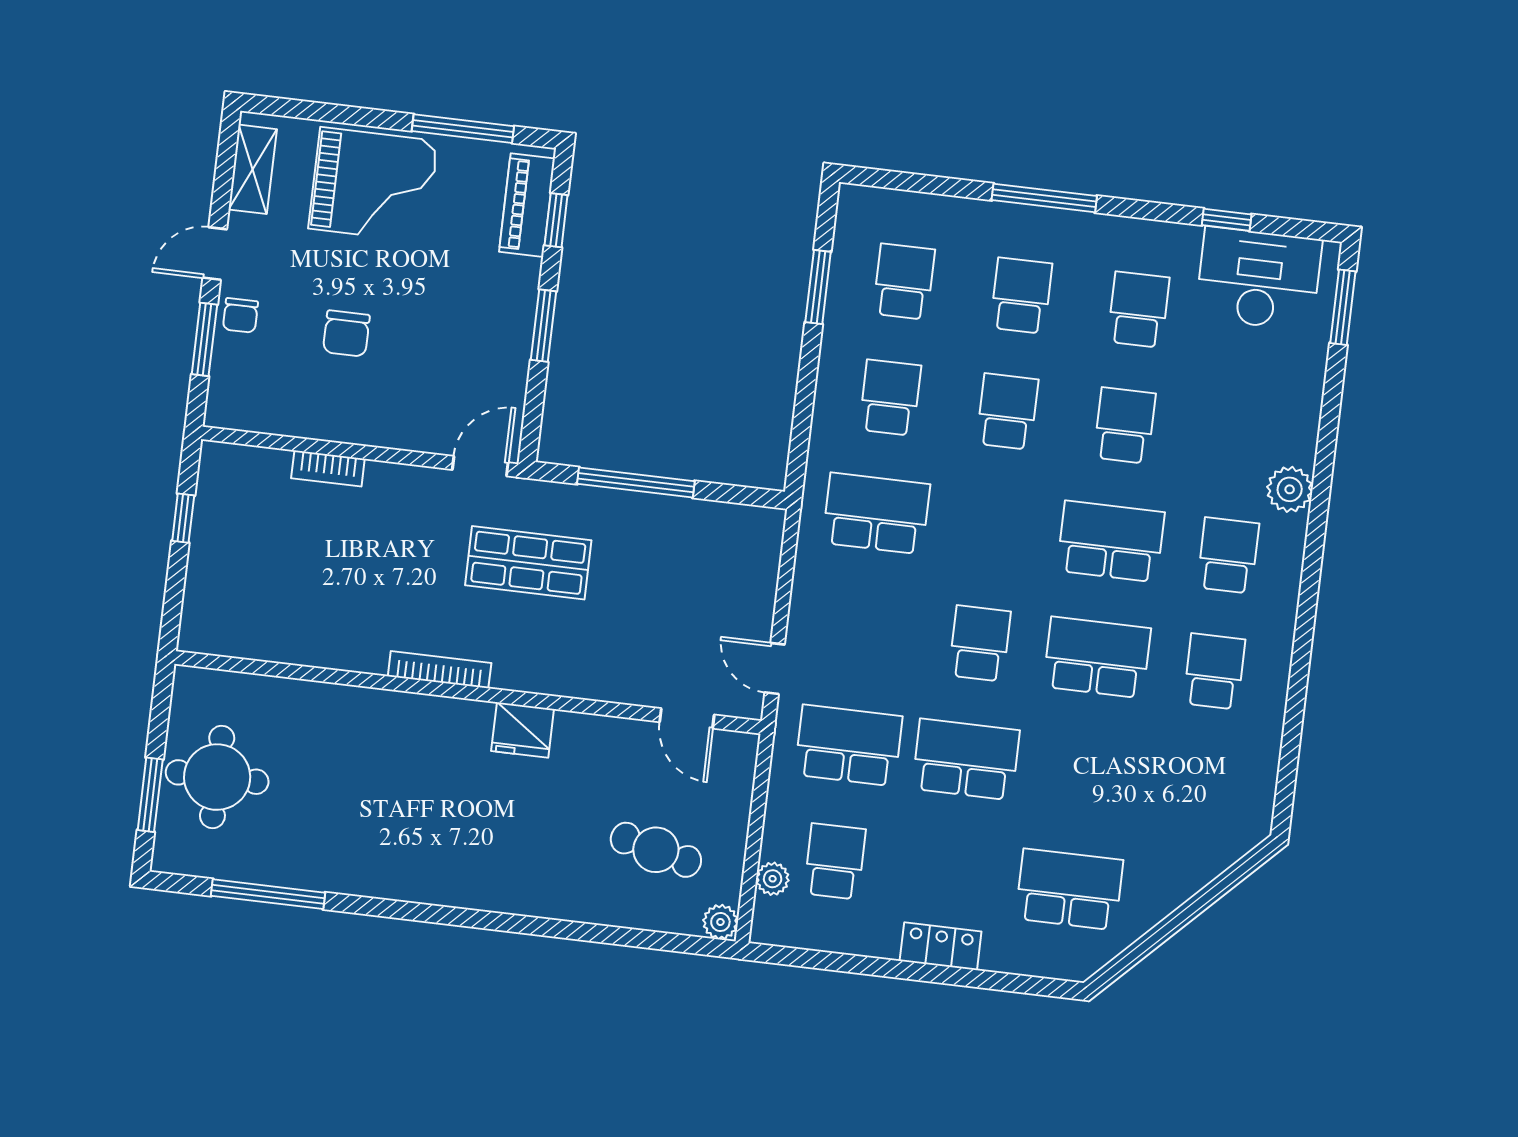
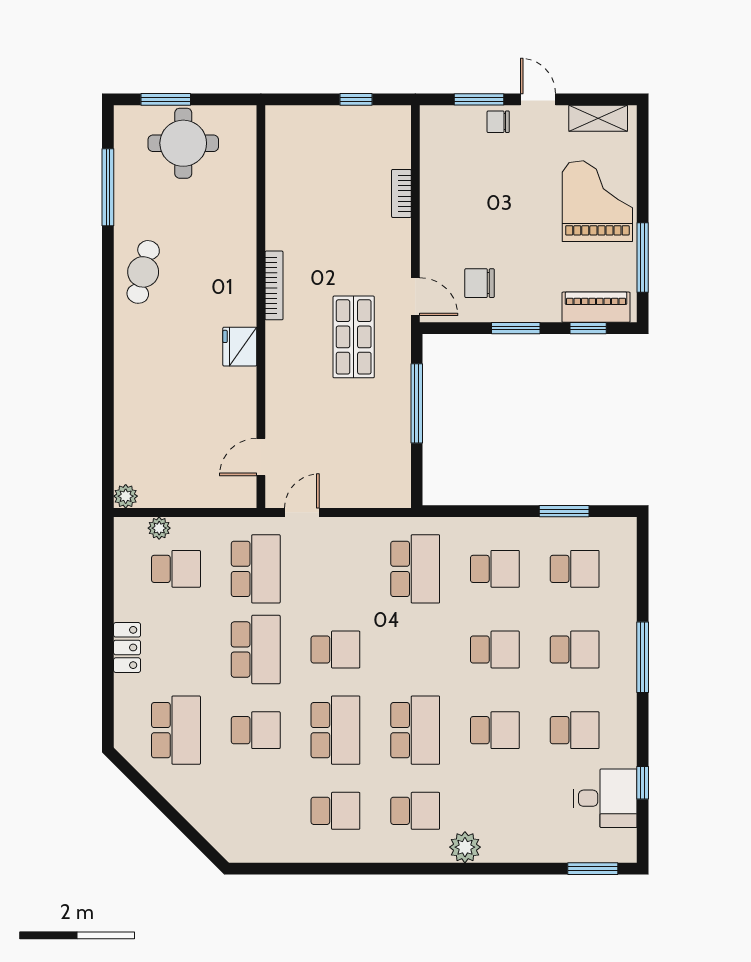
grand piano: (373, 185) -> (597, 201), turned 180
desk: (1259, 279) -> (605, 798), width x0.73
chair: (346, 334) -> (480, 283), moved
school desk: (1083, 773) -> (256, 730), added
cafe table: (656, 850) -> (143, 272), moved

